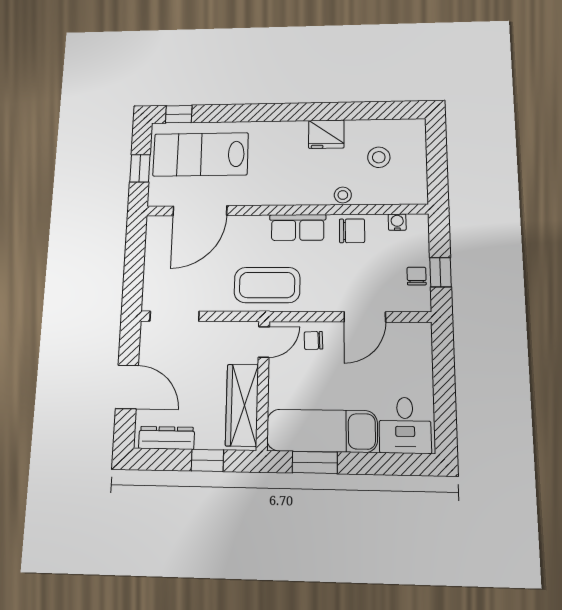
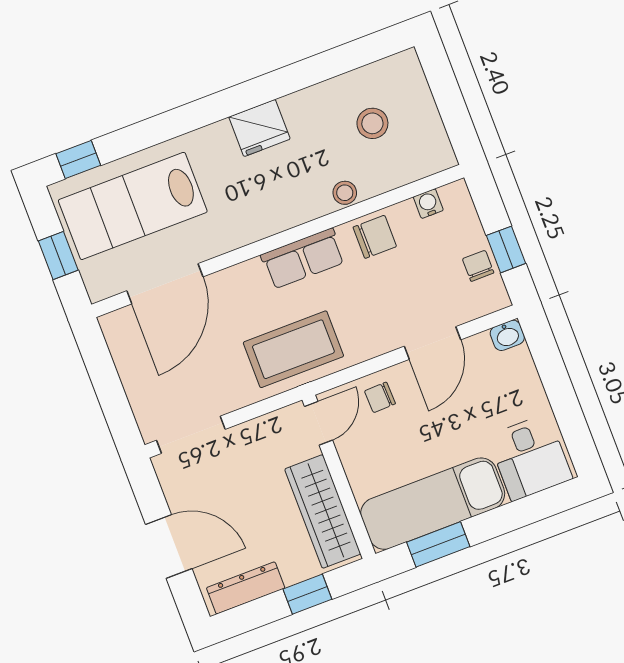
fridge: (326, 134) -> (259, 128), moved
washbasin: (420, 332) -> (507, 335), added

